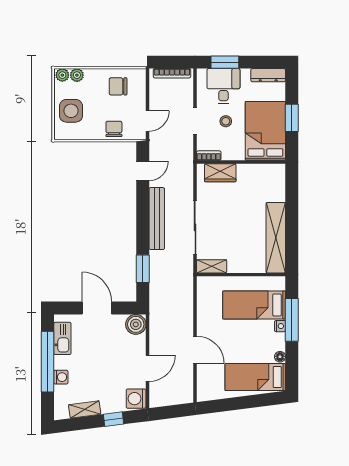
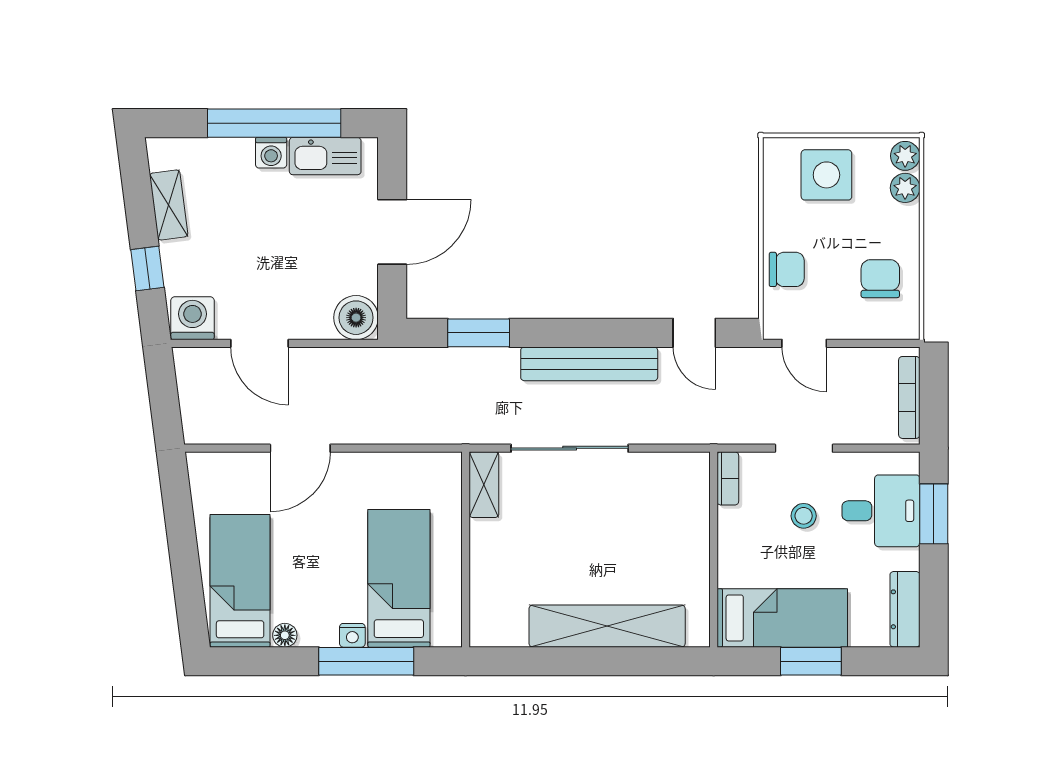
bed: (265, 131) -> (782, 618), width x0.67
wardrobe: (220, 173) -> (690, 504), removed
shelving: (276, 238) -> (607, 626), moved
washing machine: (61, 377) -> (271, 153), moved

